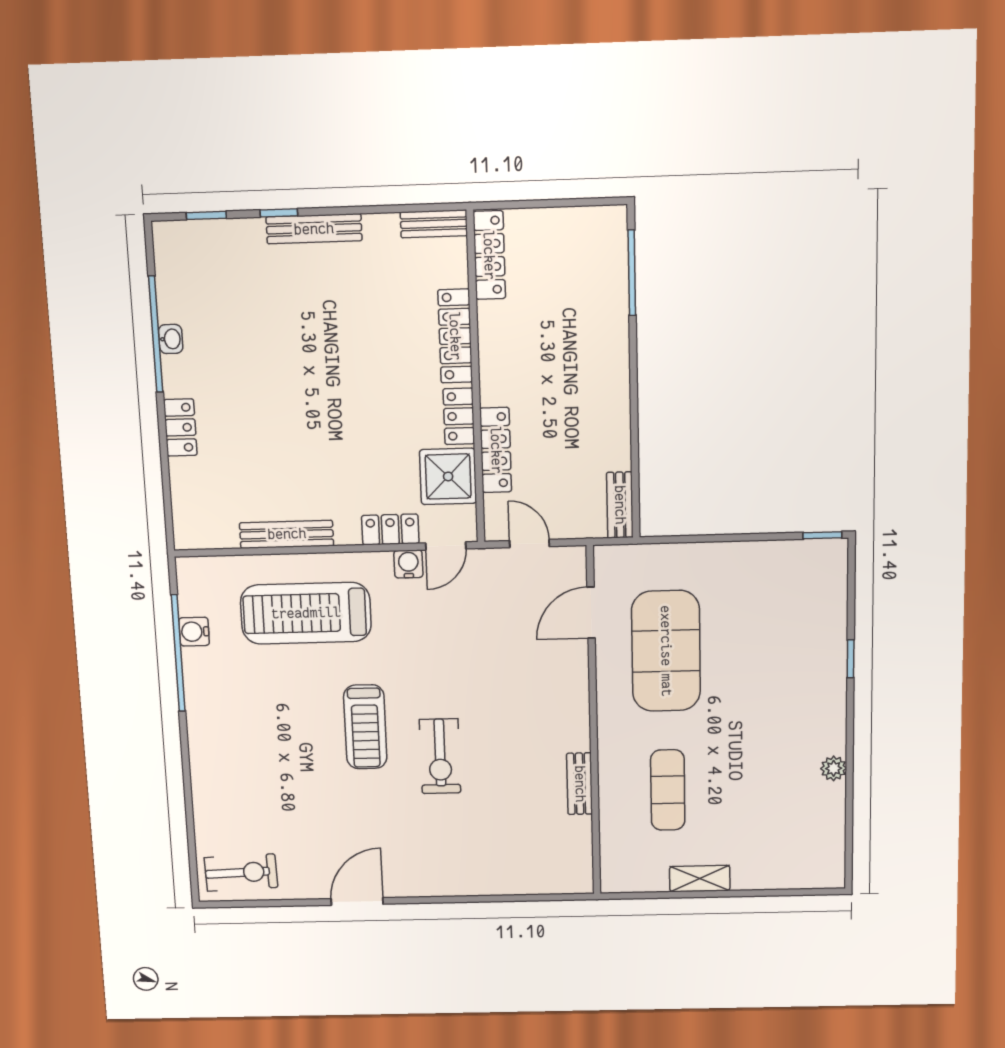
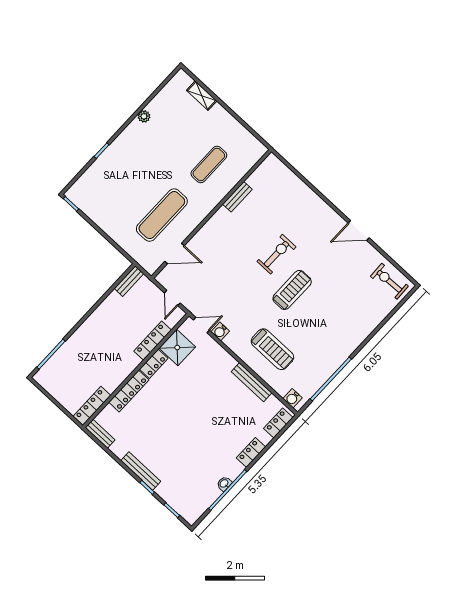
locker: (390, 529) -> (278, 423), moved, turned 90
treadmill: (306, 613) -> (272, 349), width x0.73, depth x0.73
water cooler: (194, 632) -> (293, 398), moved, turned 90
exercise mat: (666, 651) -> (162, 215), width x0.68
shelving: (700, 879) -> (202, 96), moved

